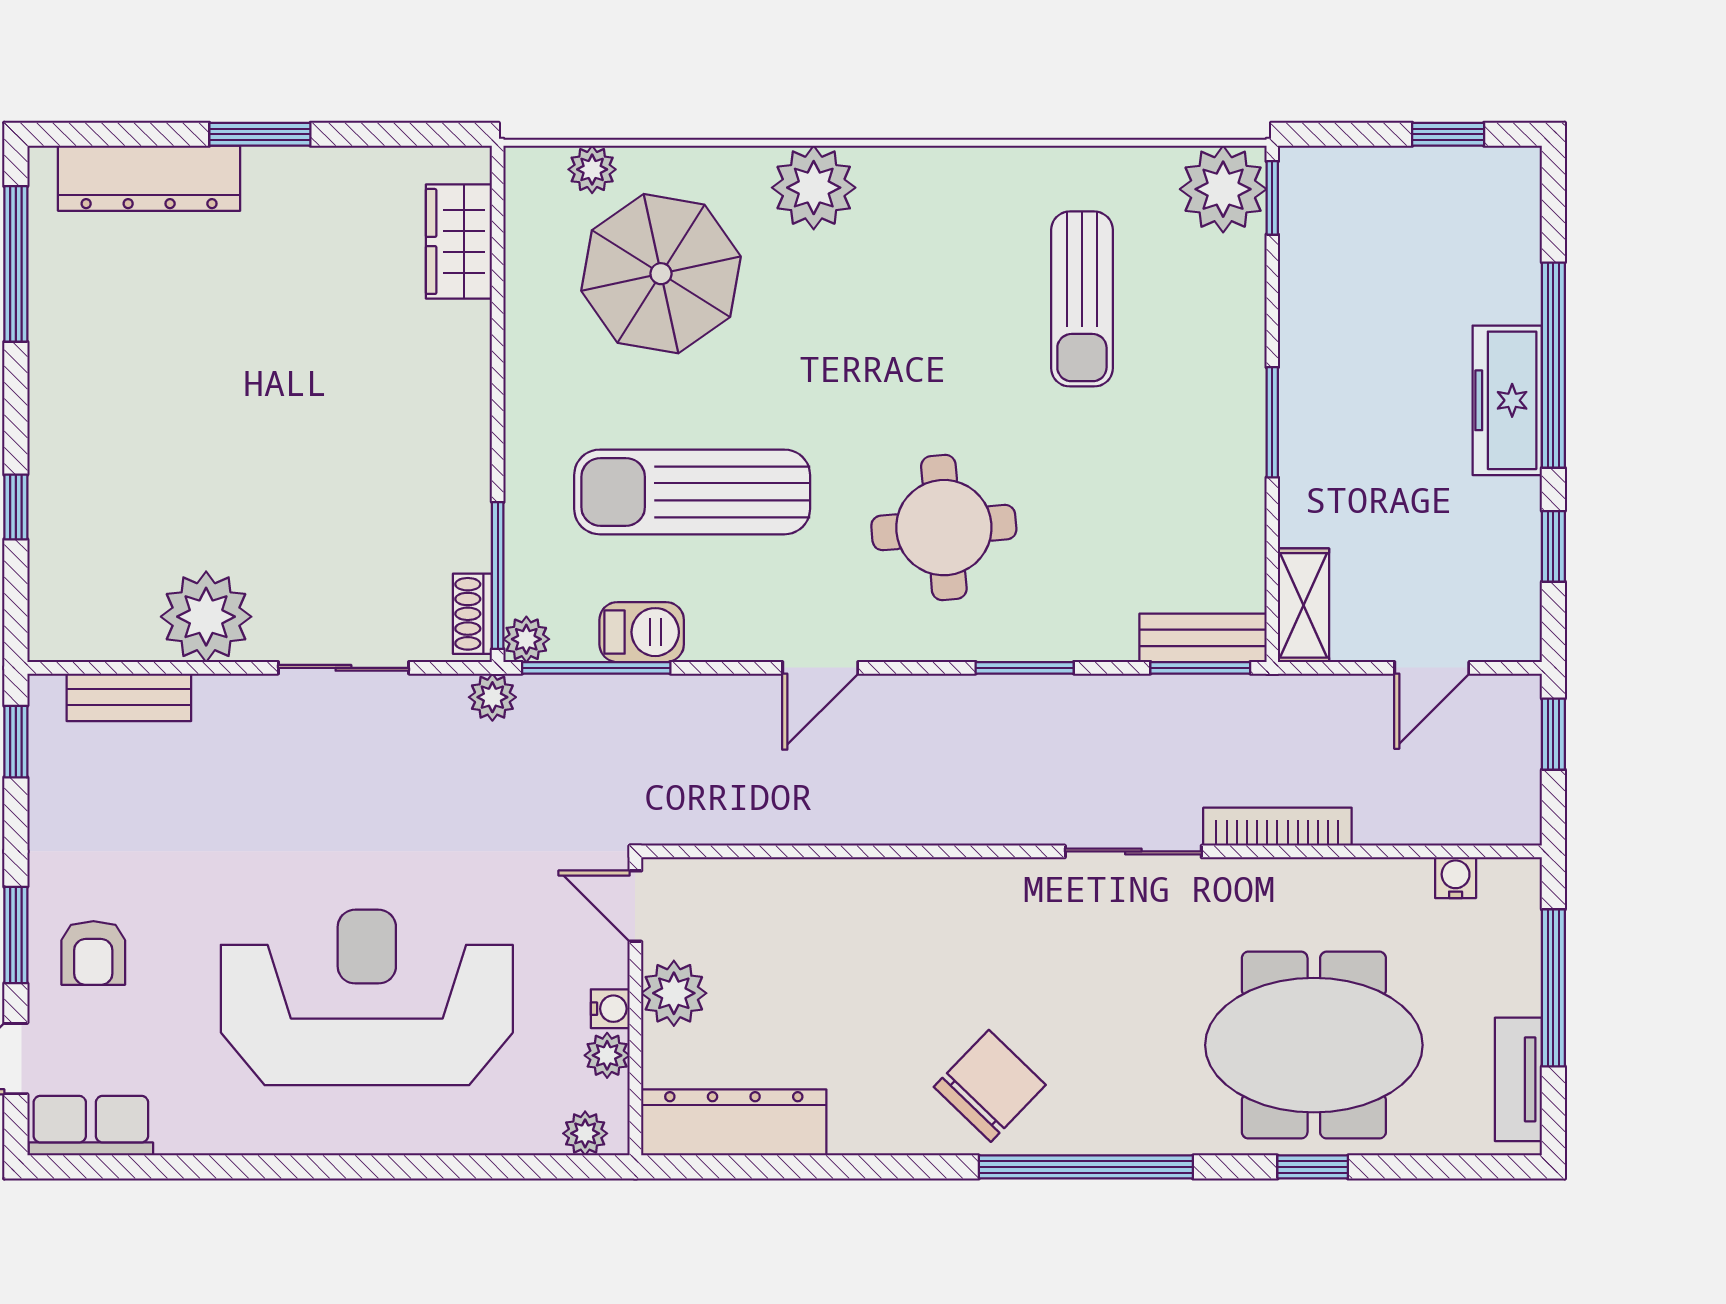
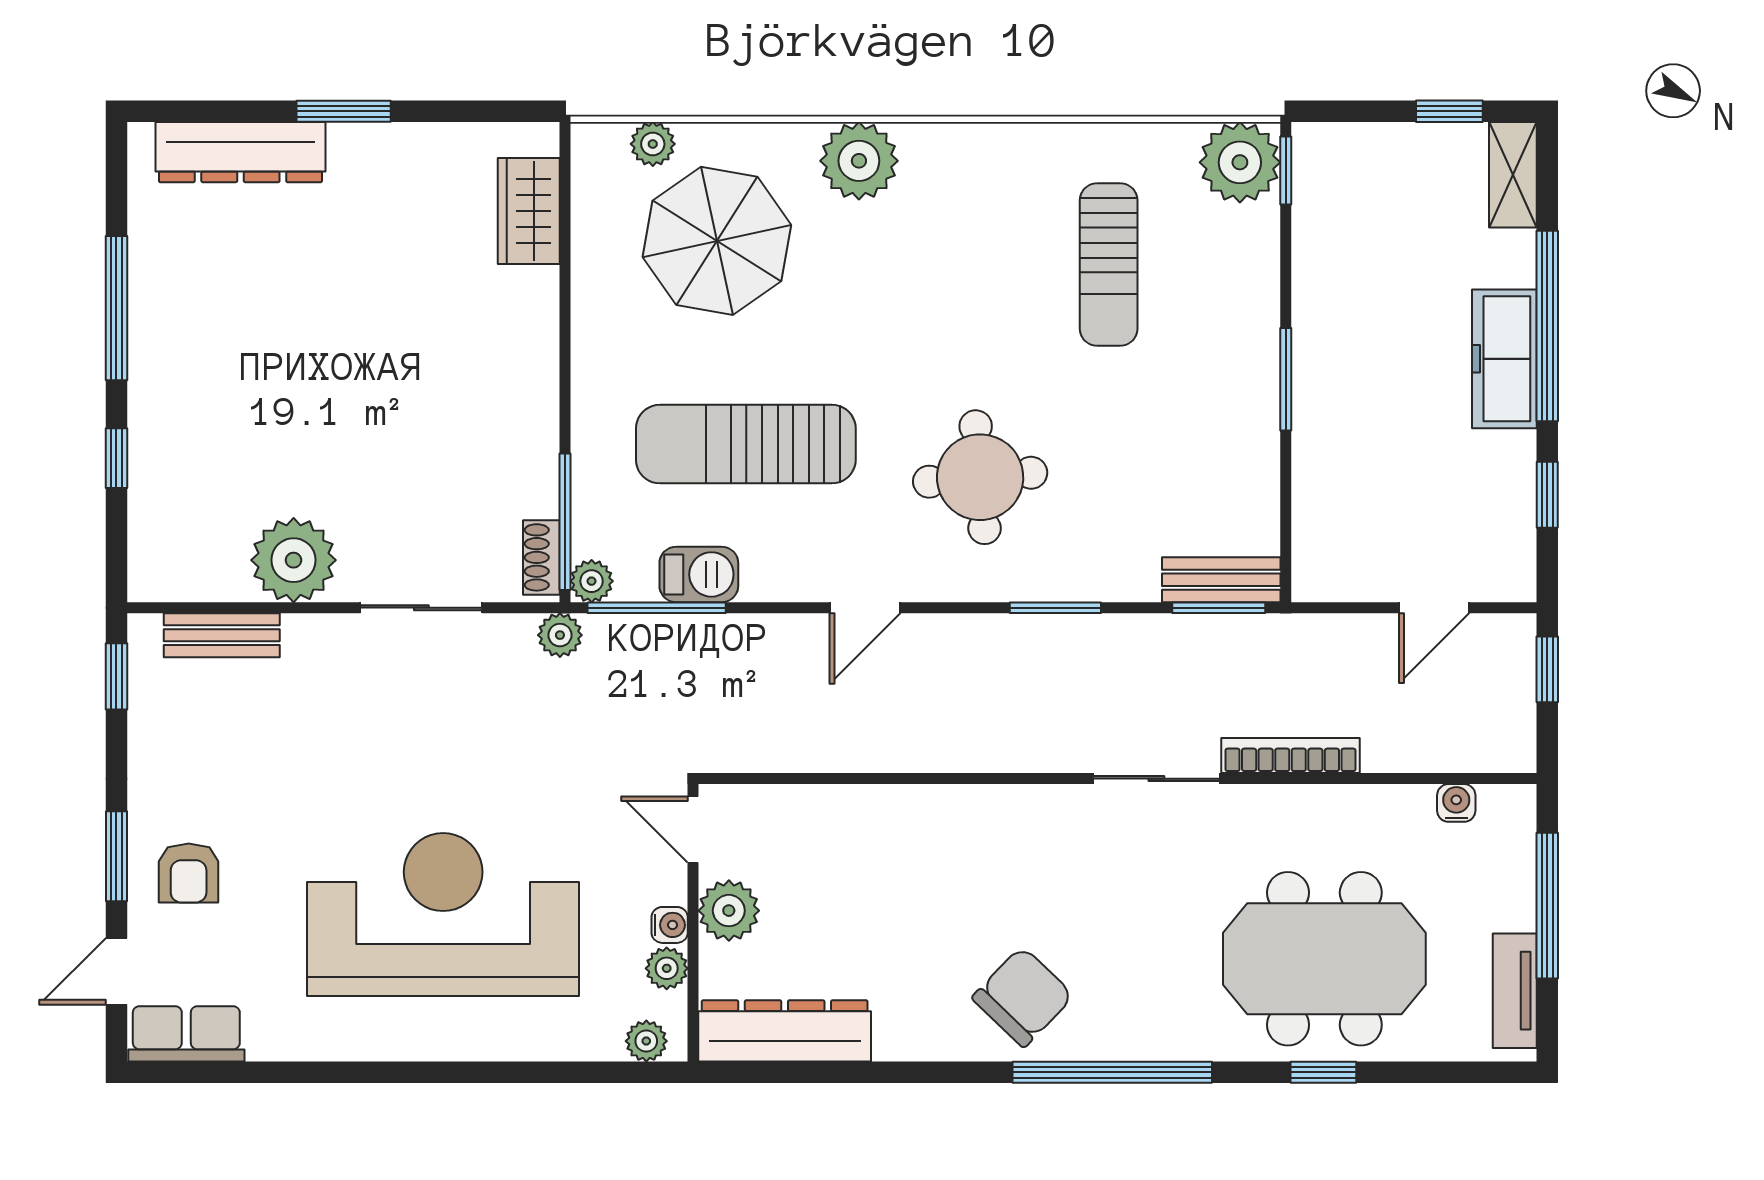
window: (16, 264) -> (116, 308), moved
shelving: (1304, 605) -> (1513, 175), moved

